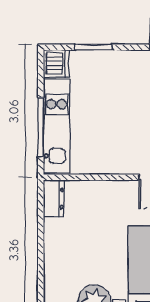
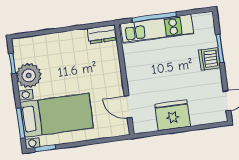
dishwasher: (56, 63) -> (209, 59), moved, turned 90

